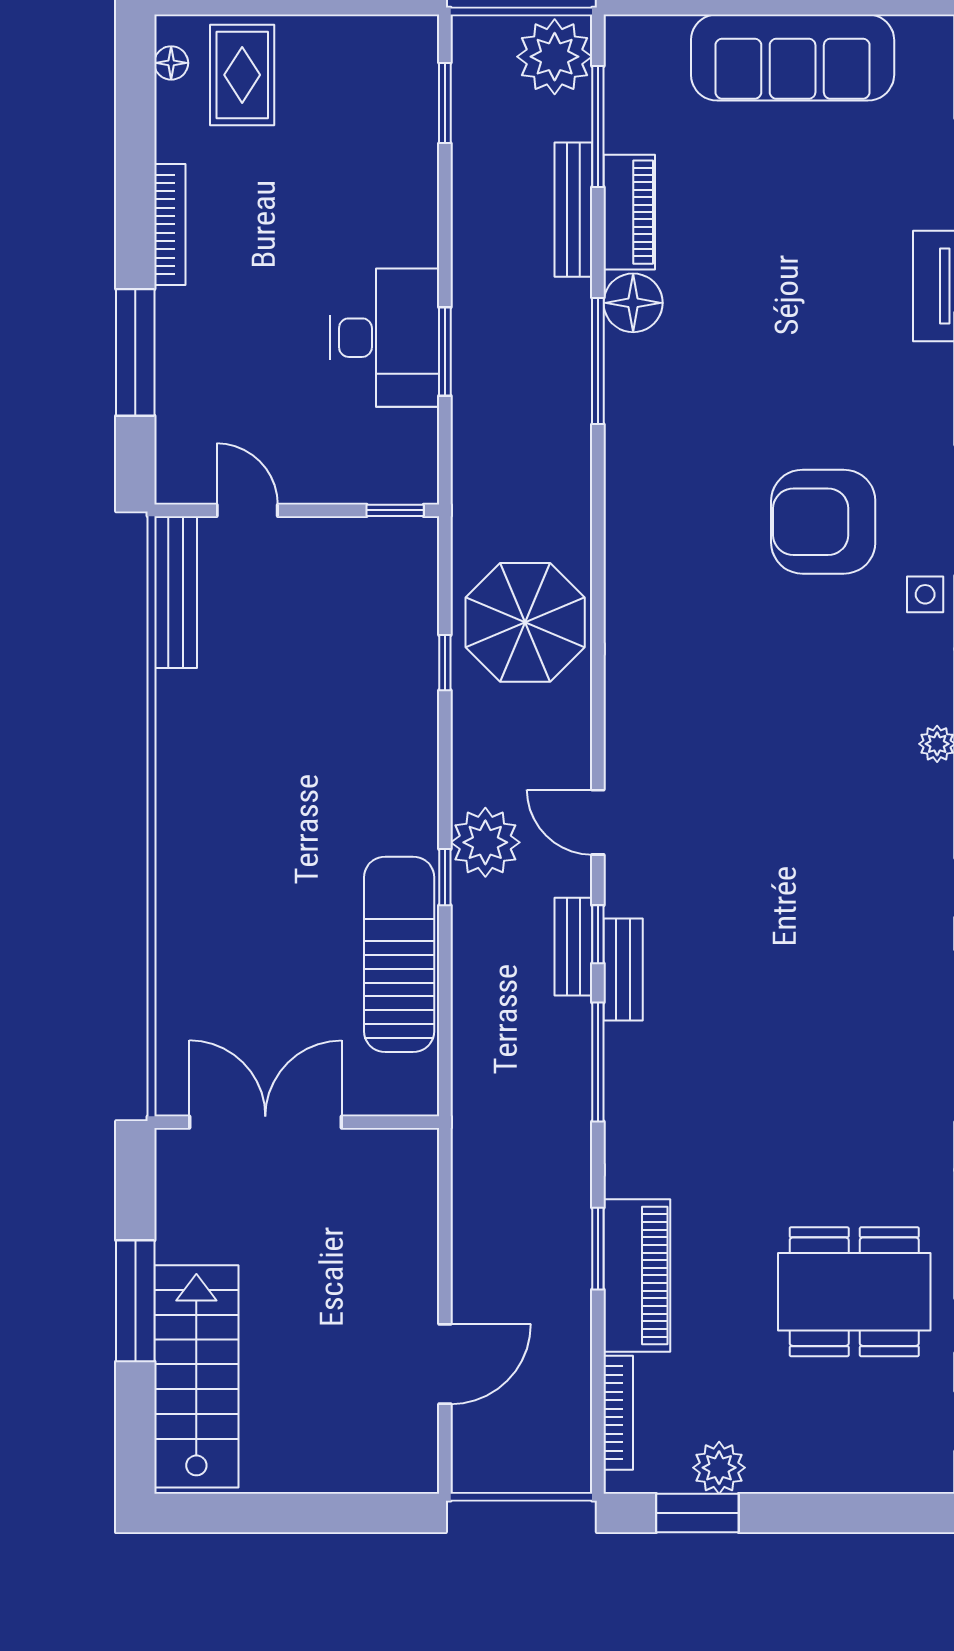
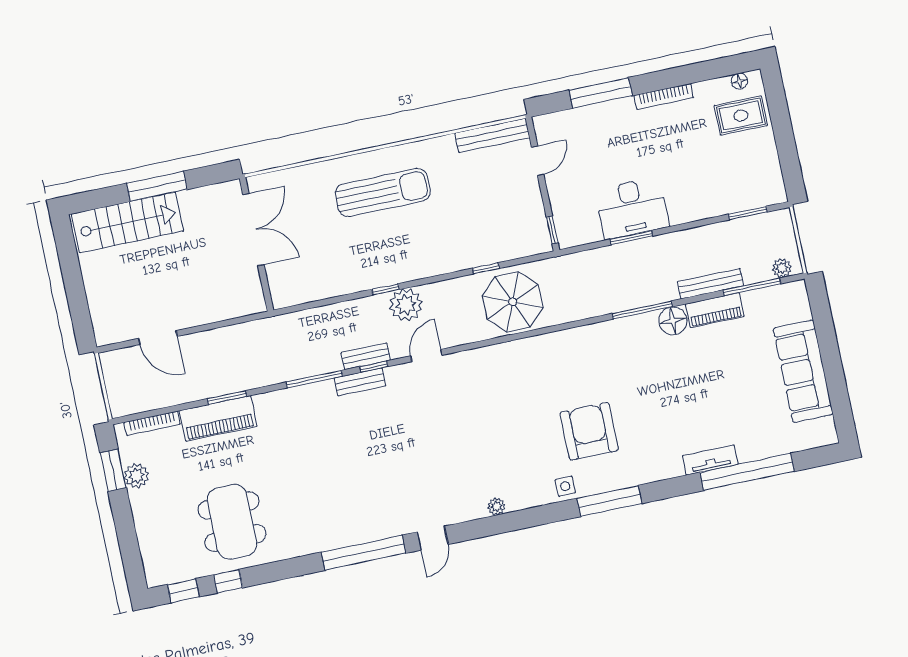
plant: (555, 57) -> (782, 268), width x0.53, depth x0.53
sun lounger: (399, 954) -> (383, 193), moved

